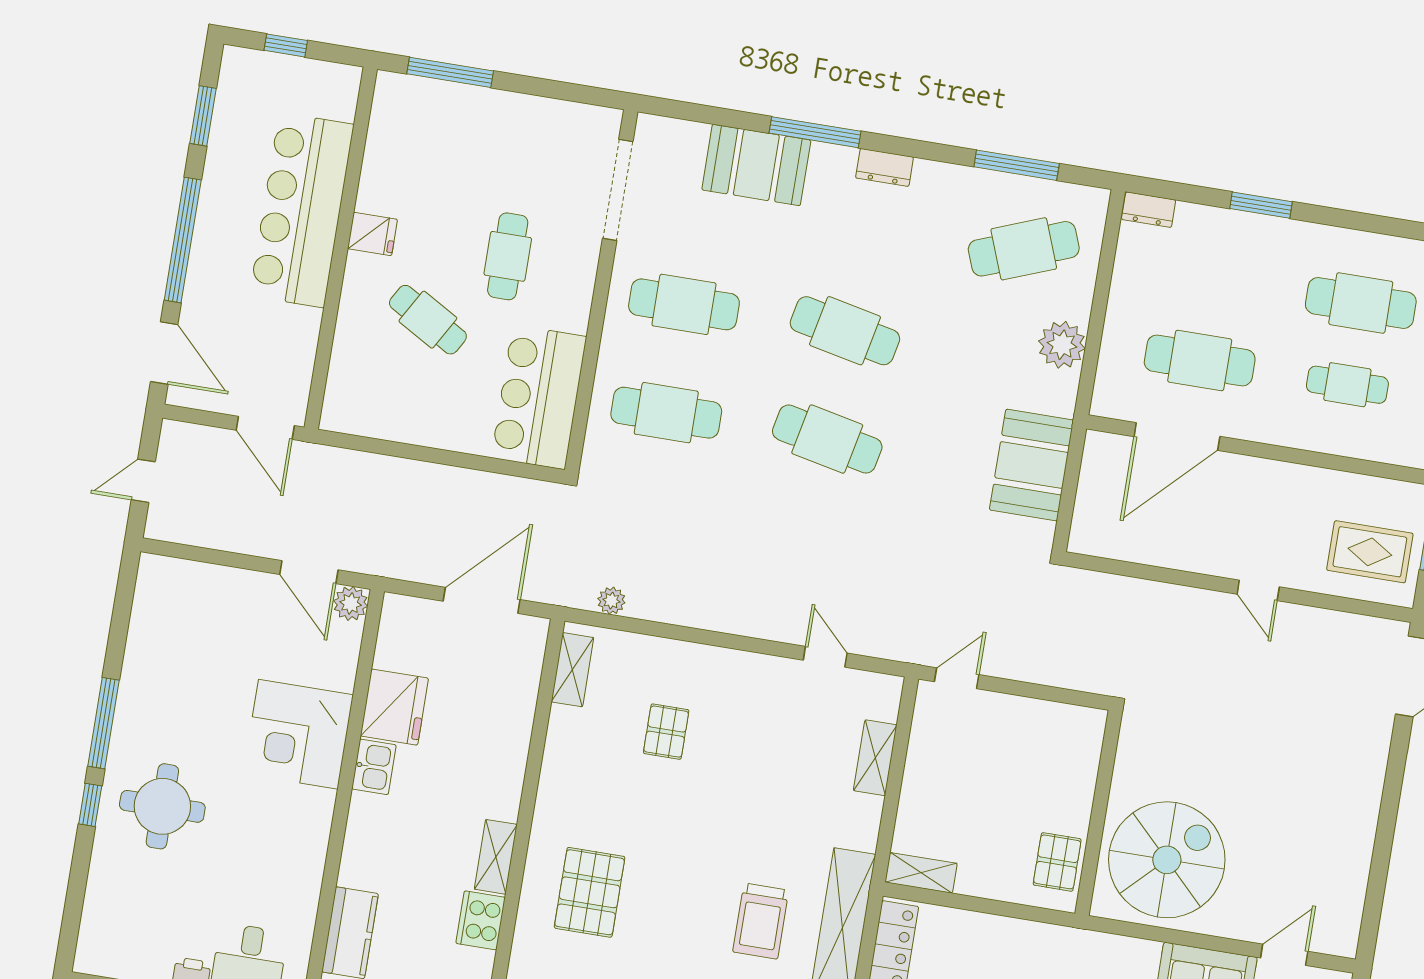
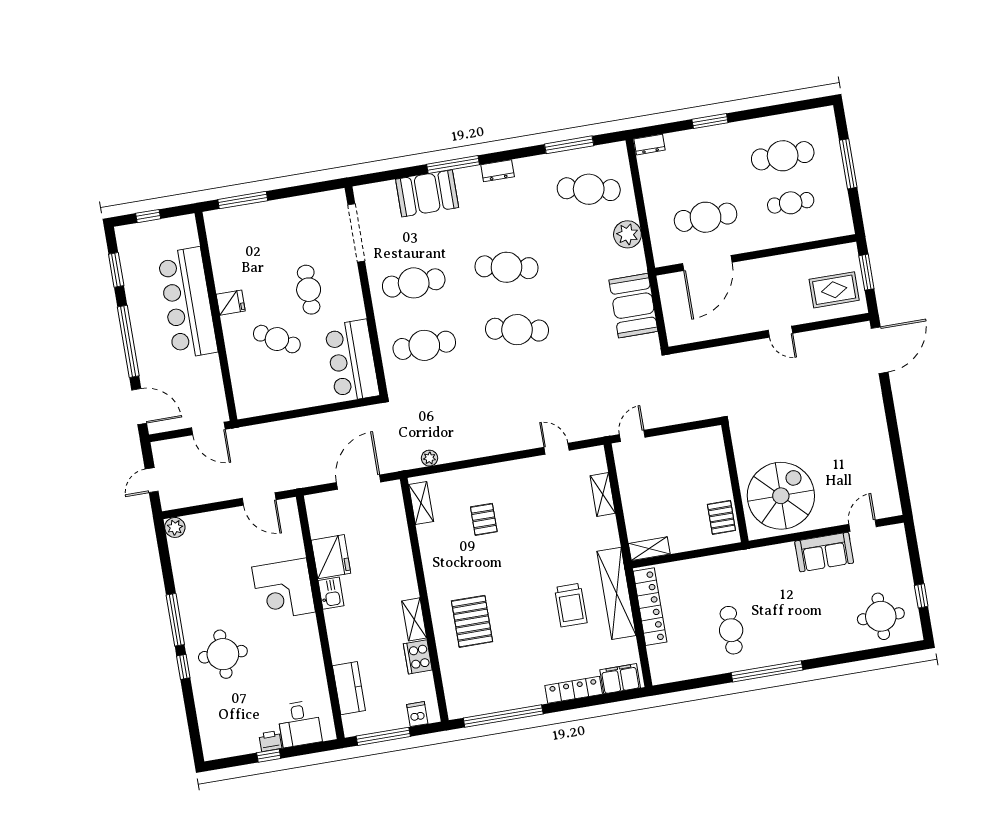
cafe table: (1024, 249) -> (589, 189), turned 33
plant: (351, 603) -> (175, 527), moved

